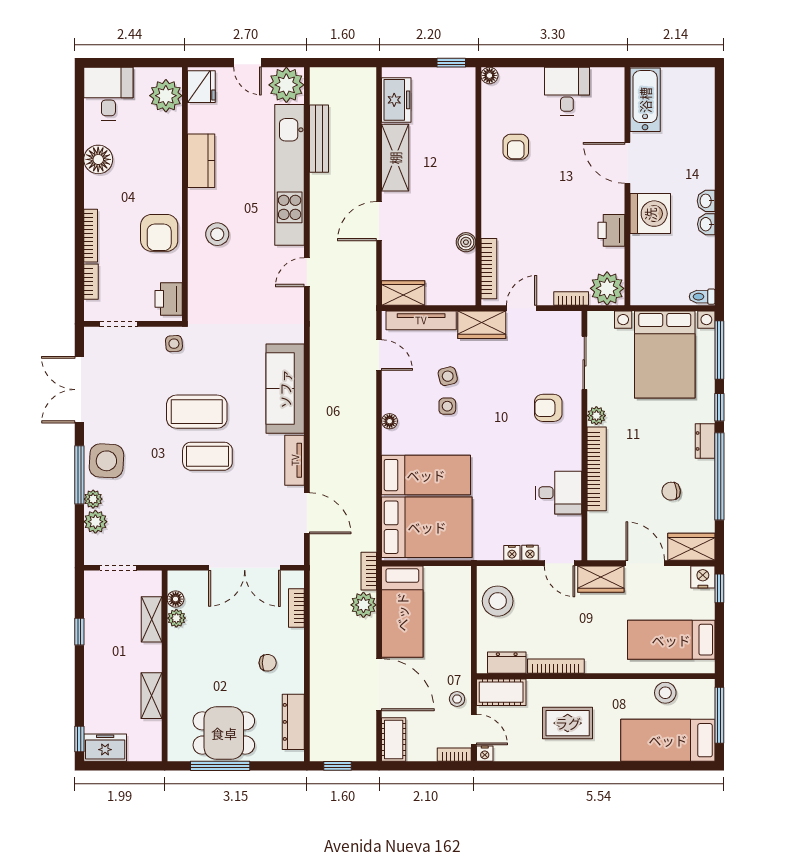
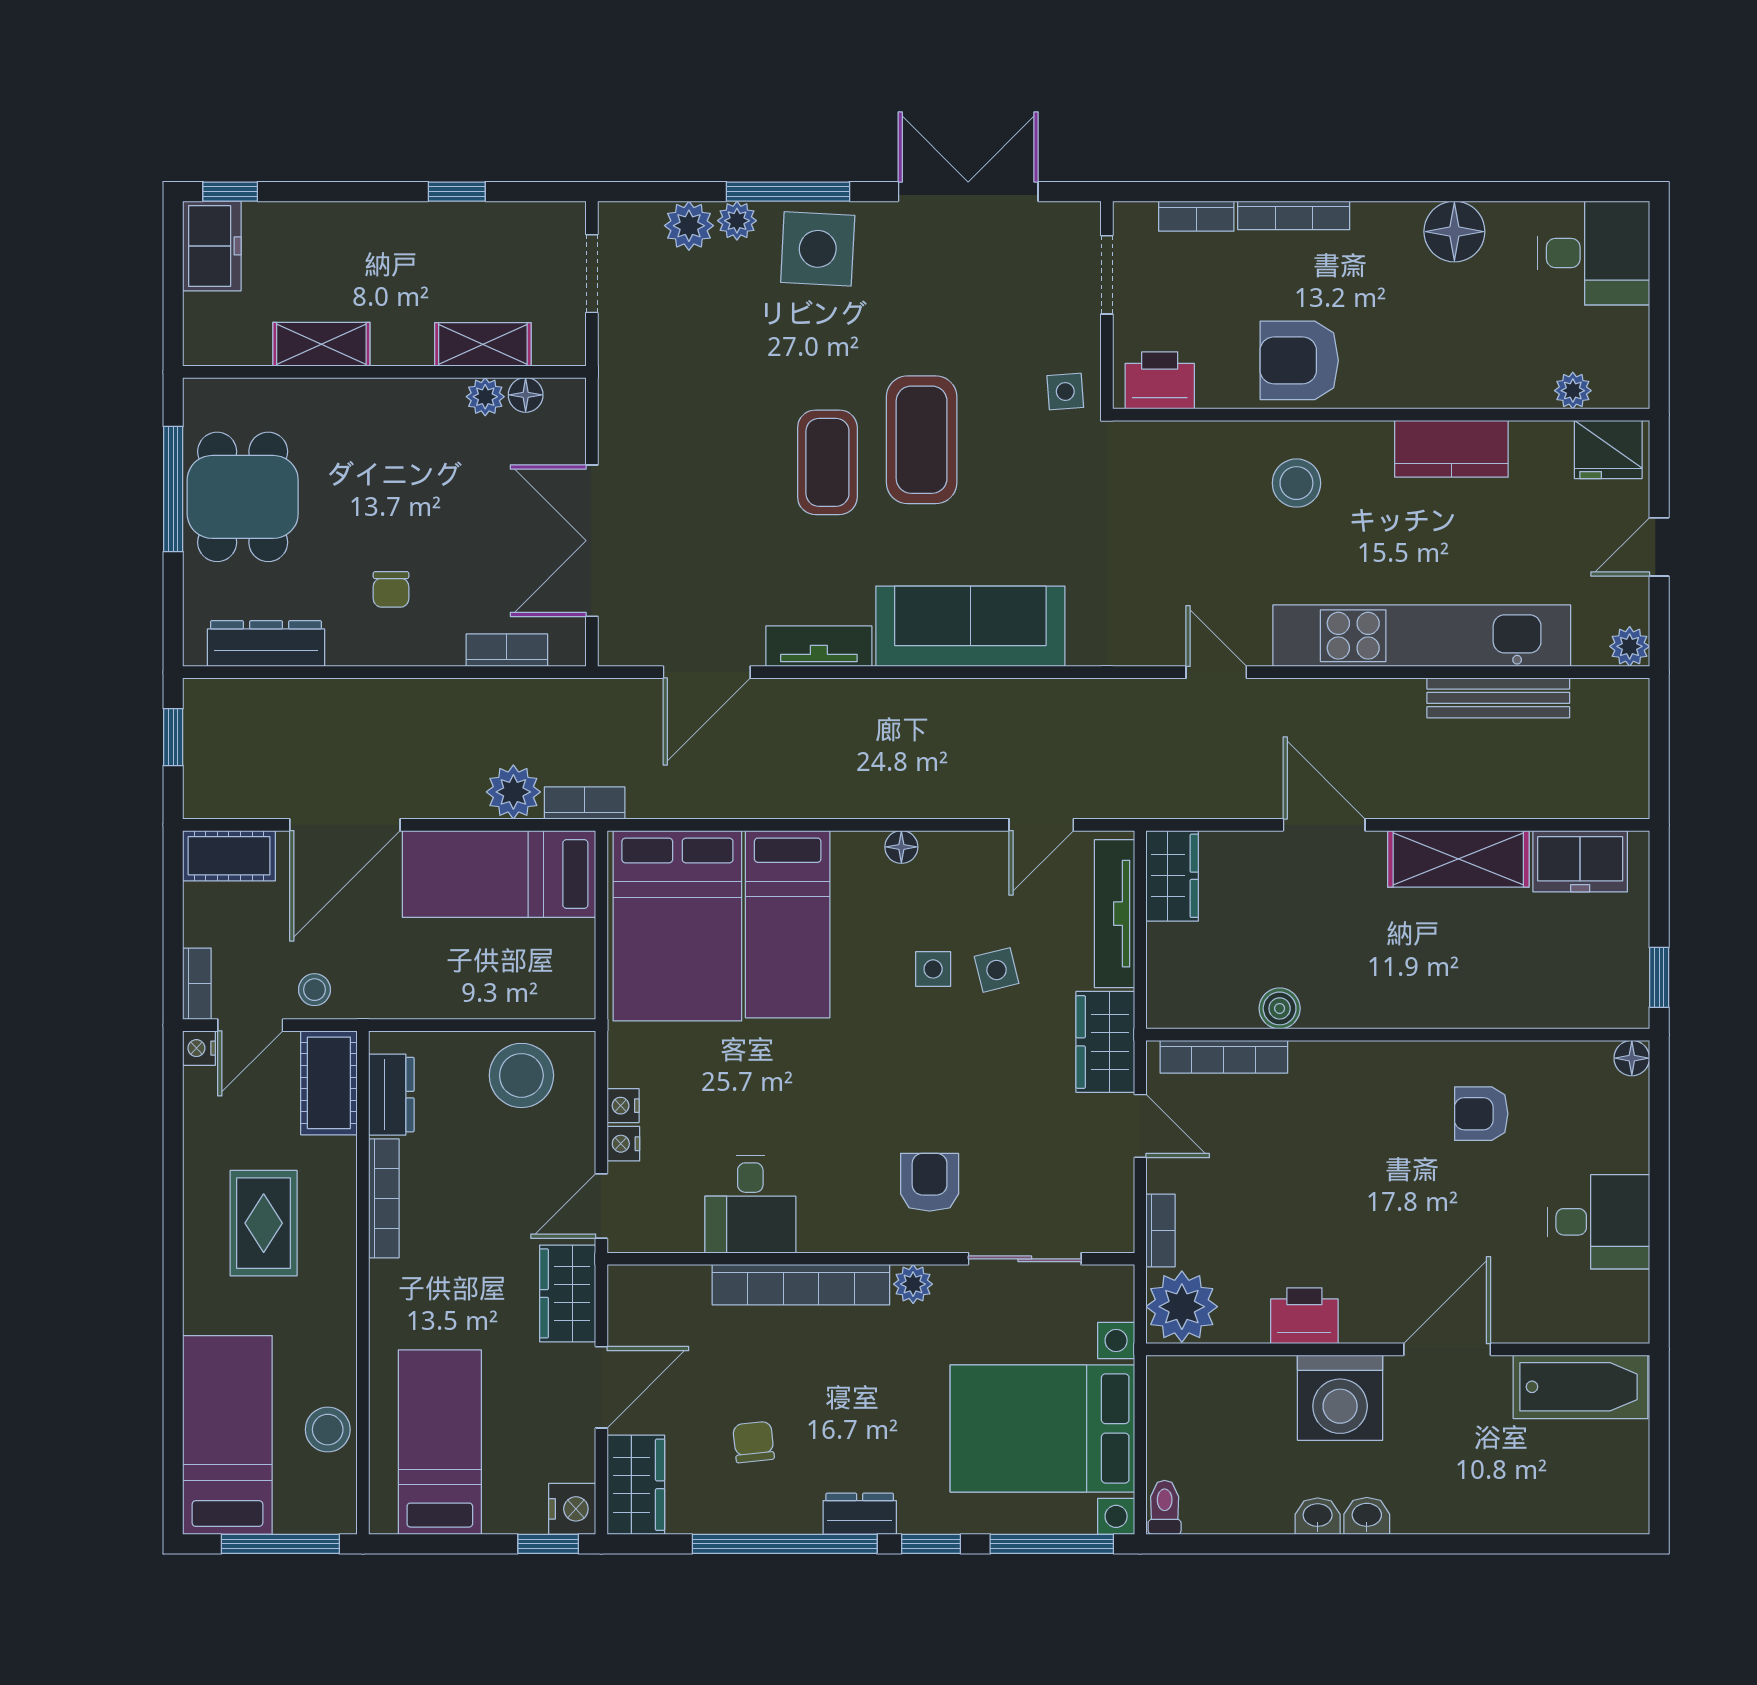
plant: (286, 85) -> (1630, 646), width x0.53, depth x0.53
plant: (166, 96) -> (1573, 391), width x0.53, depth x0.53

